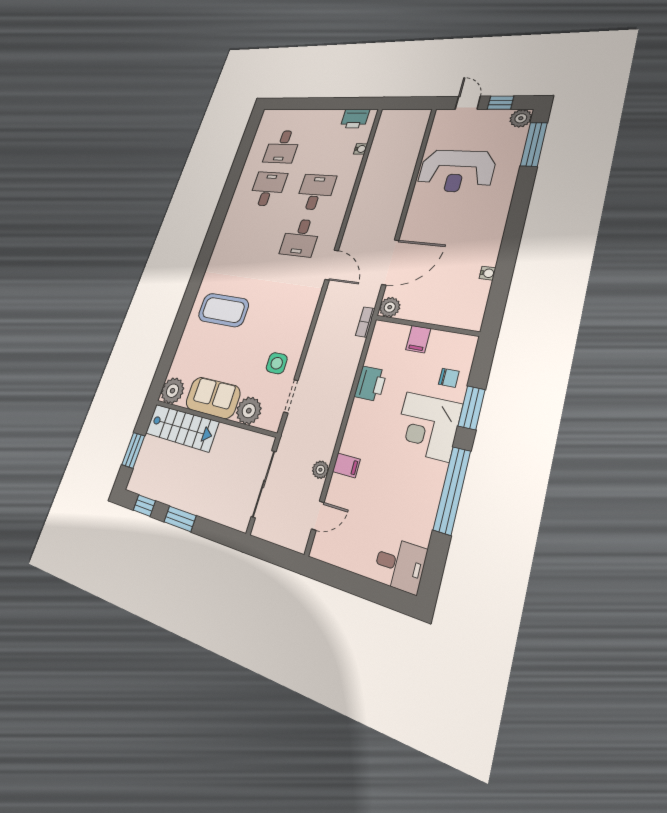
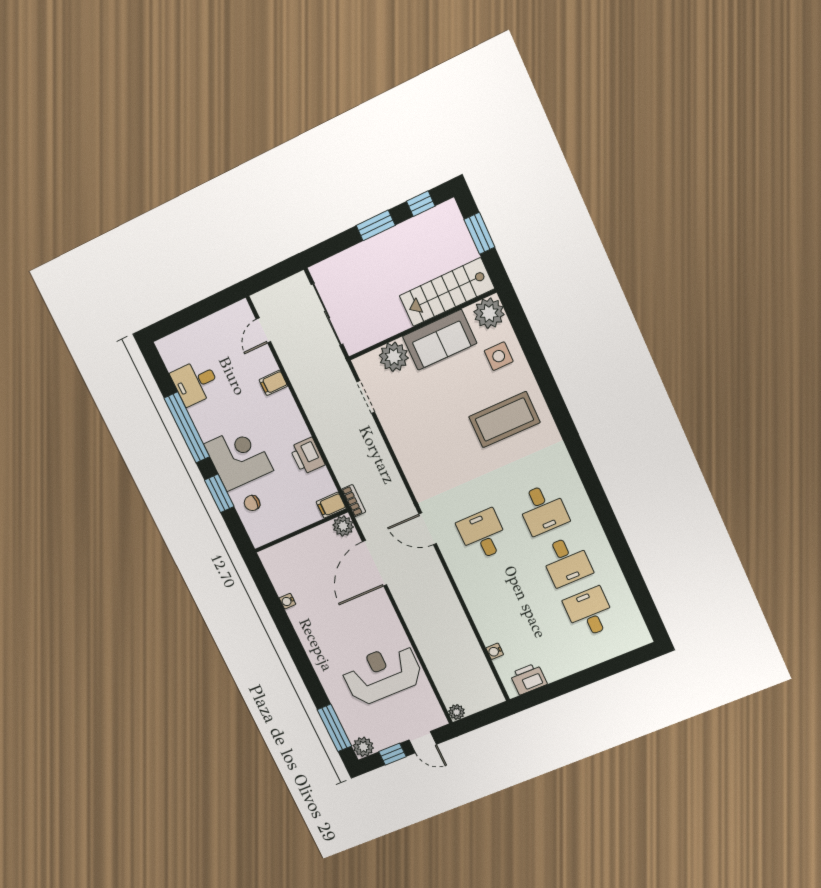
desk: (315, 192) -> (543, 509), moved
filing cabinet: (418, 339) -> (331, 505), moved, turned -90
side table: (277, 363) -> (499, 356), moved
plant: (320, 470) -> (457, 712), moved
desk: (400, 565) -> (195, 382), moved

